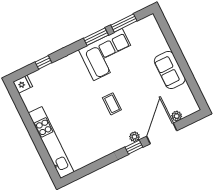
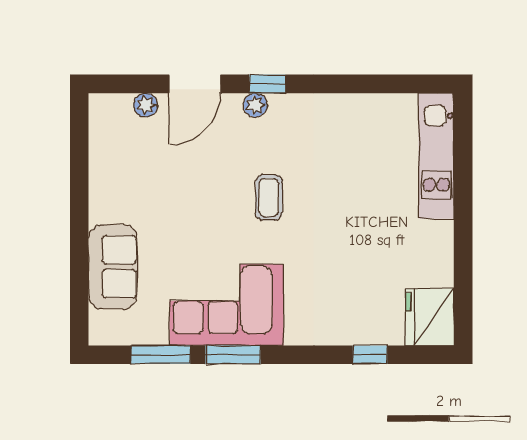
sofa: (170, 70) -> (113, 267), moved
fridge: (23, 84) -> (430, 317), width x1.88, depth x1.34
door: (162, 133) -> (195, 84), width x0.73
kitchen unit: (51, 143) -> (436, 156), width x0.73

